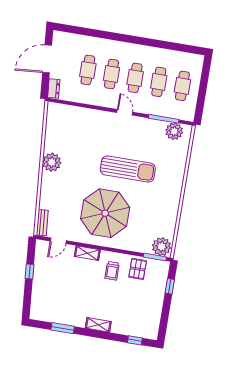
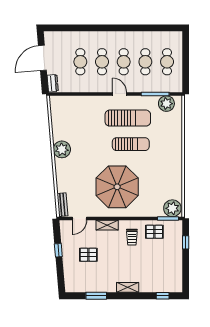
sun lounger: (129, 140) -> (128, 118), added
sun lounger: (128, 169) -> (131, 144), width x0.73, depth x0.75
pallet: (138, 269) -> (154, 232), turned 90
pallet: (61, 282) -> (88, 255), added

